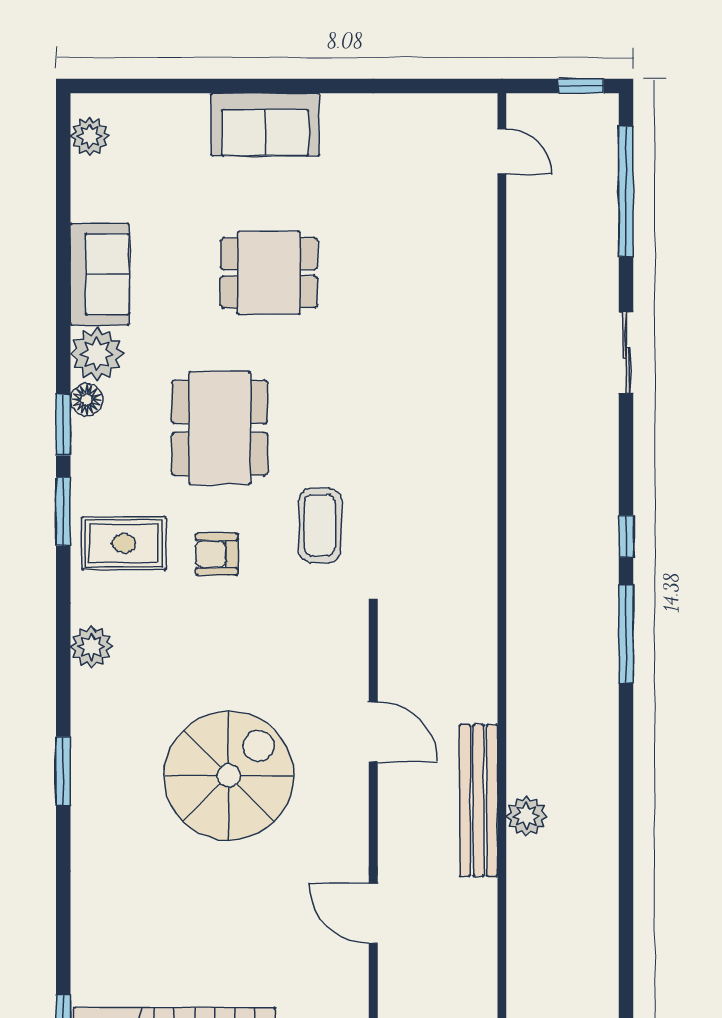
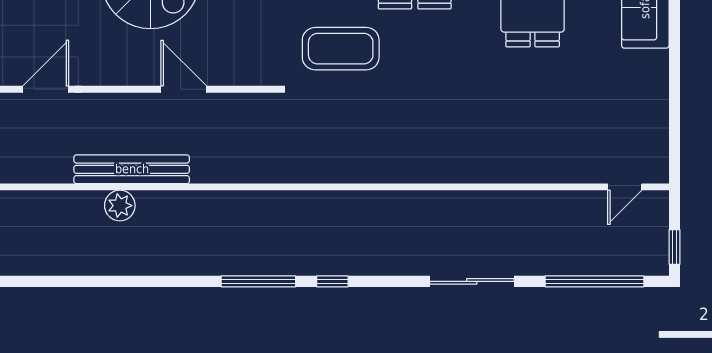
sliding door: (626, 353) -> (472, 281), width x1.37
coffee table: (320, 525) -> (341, 49), width x1.36, depth x1.32
door: (373, 732) -> (184, 89), swing flipped

